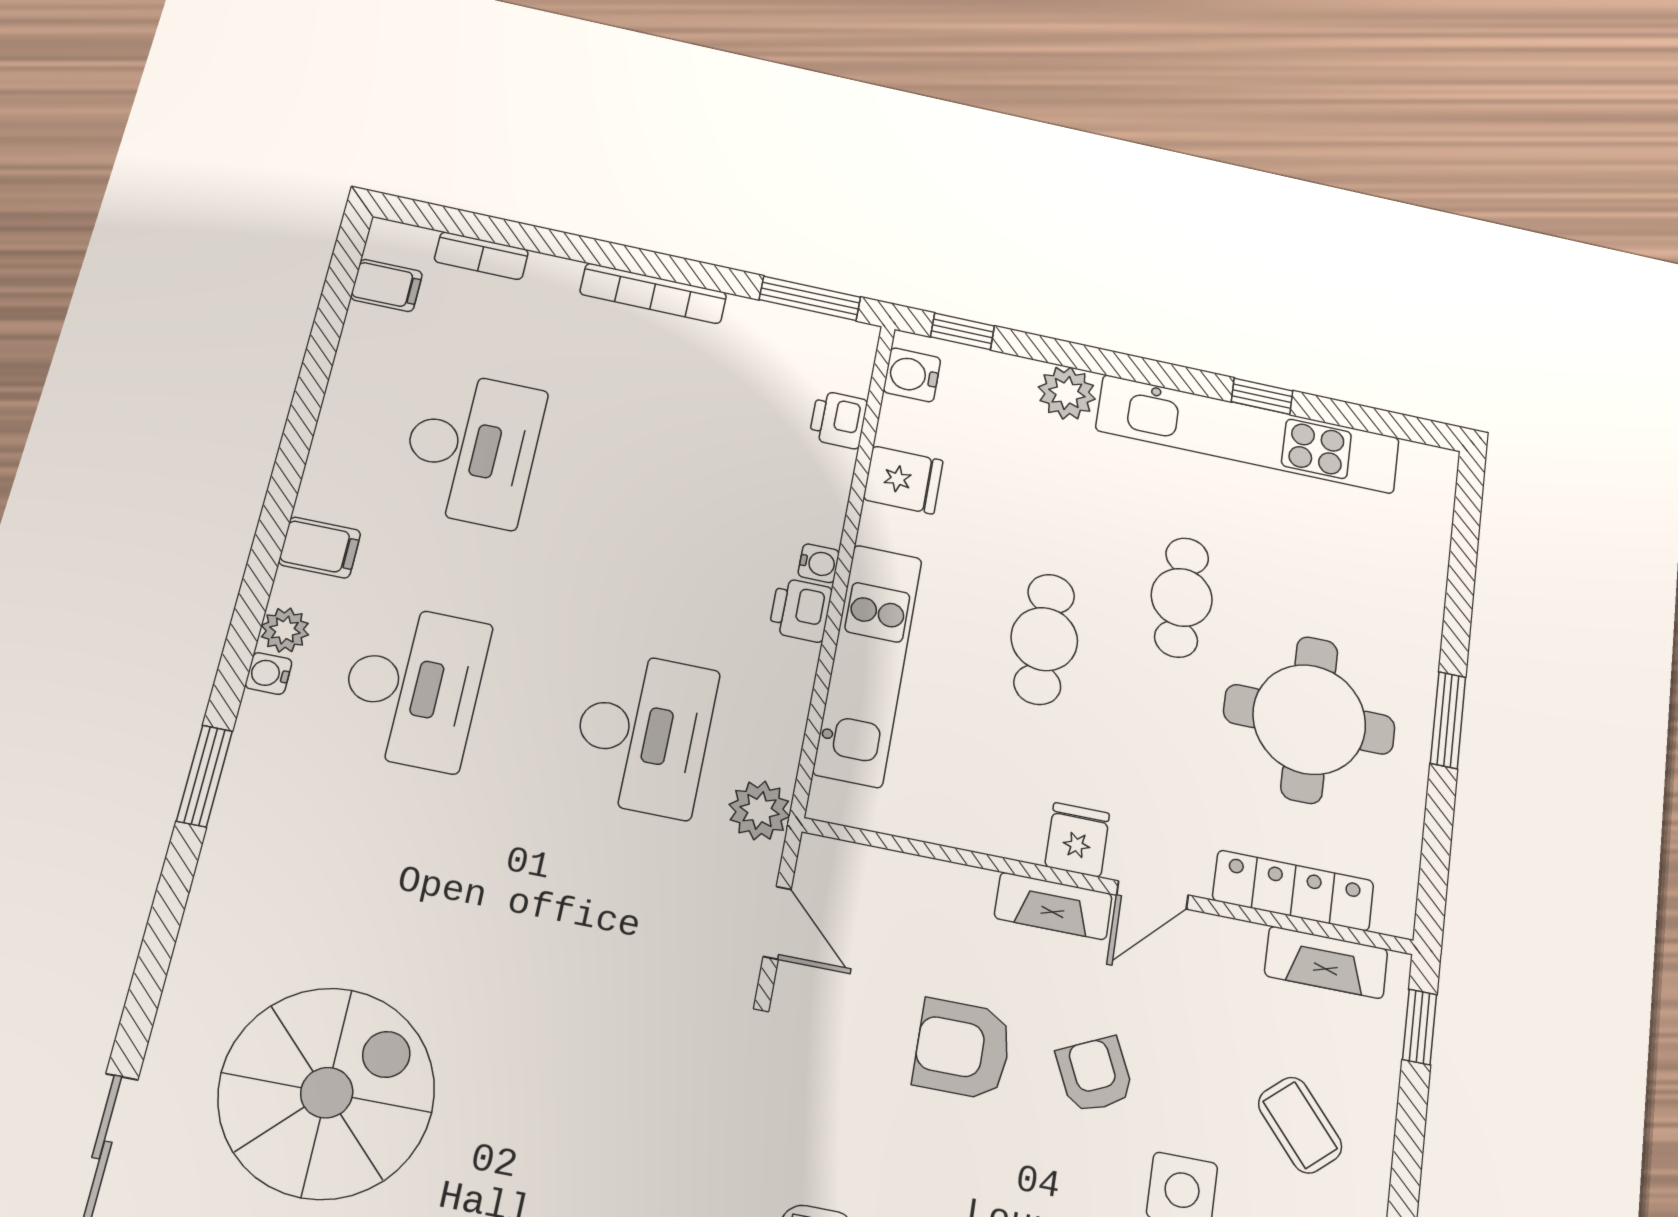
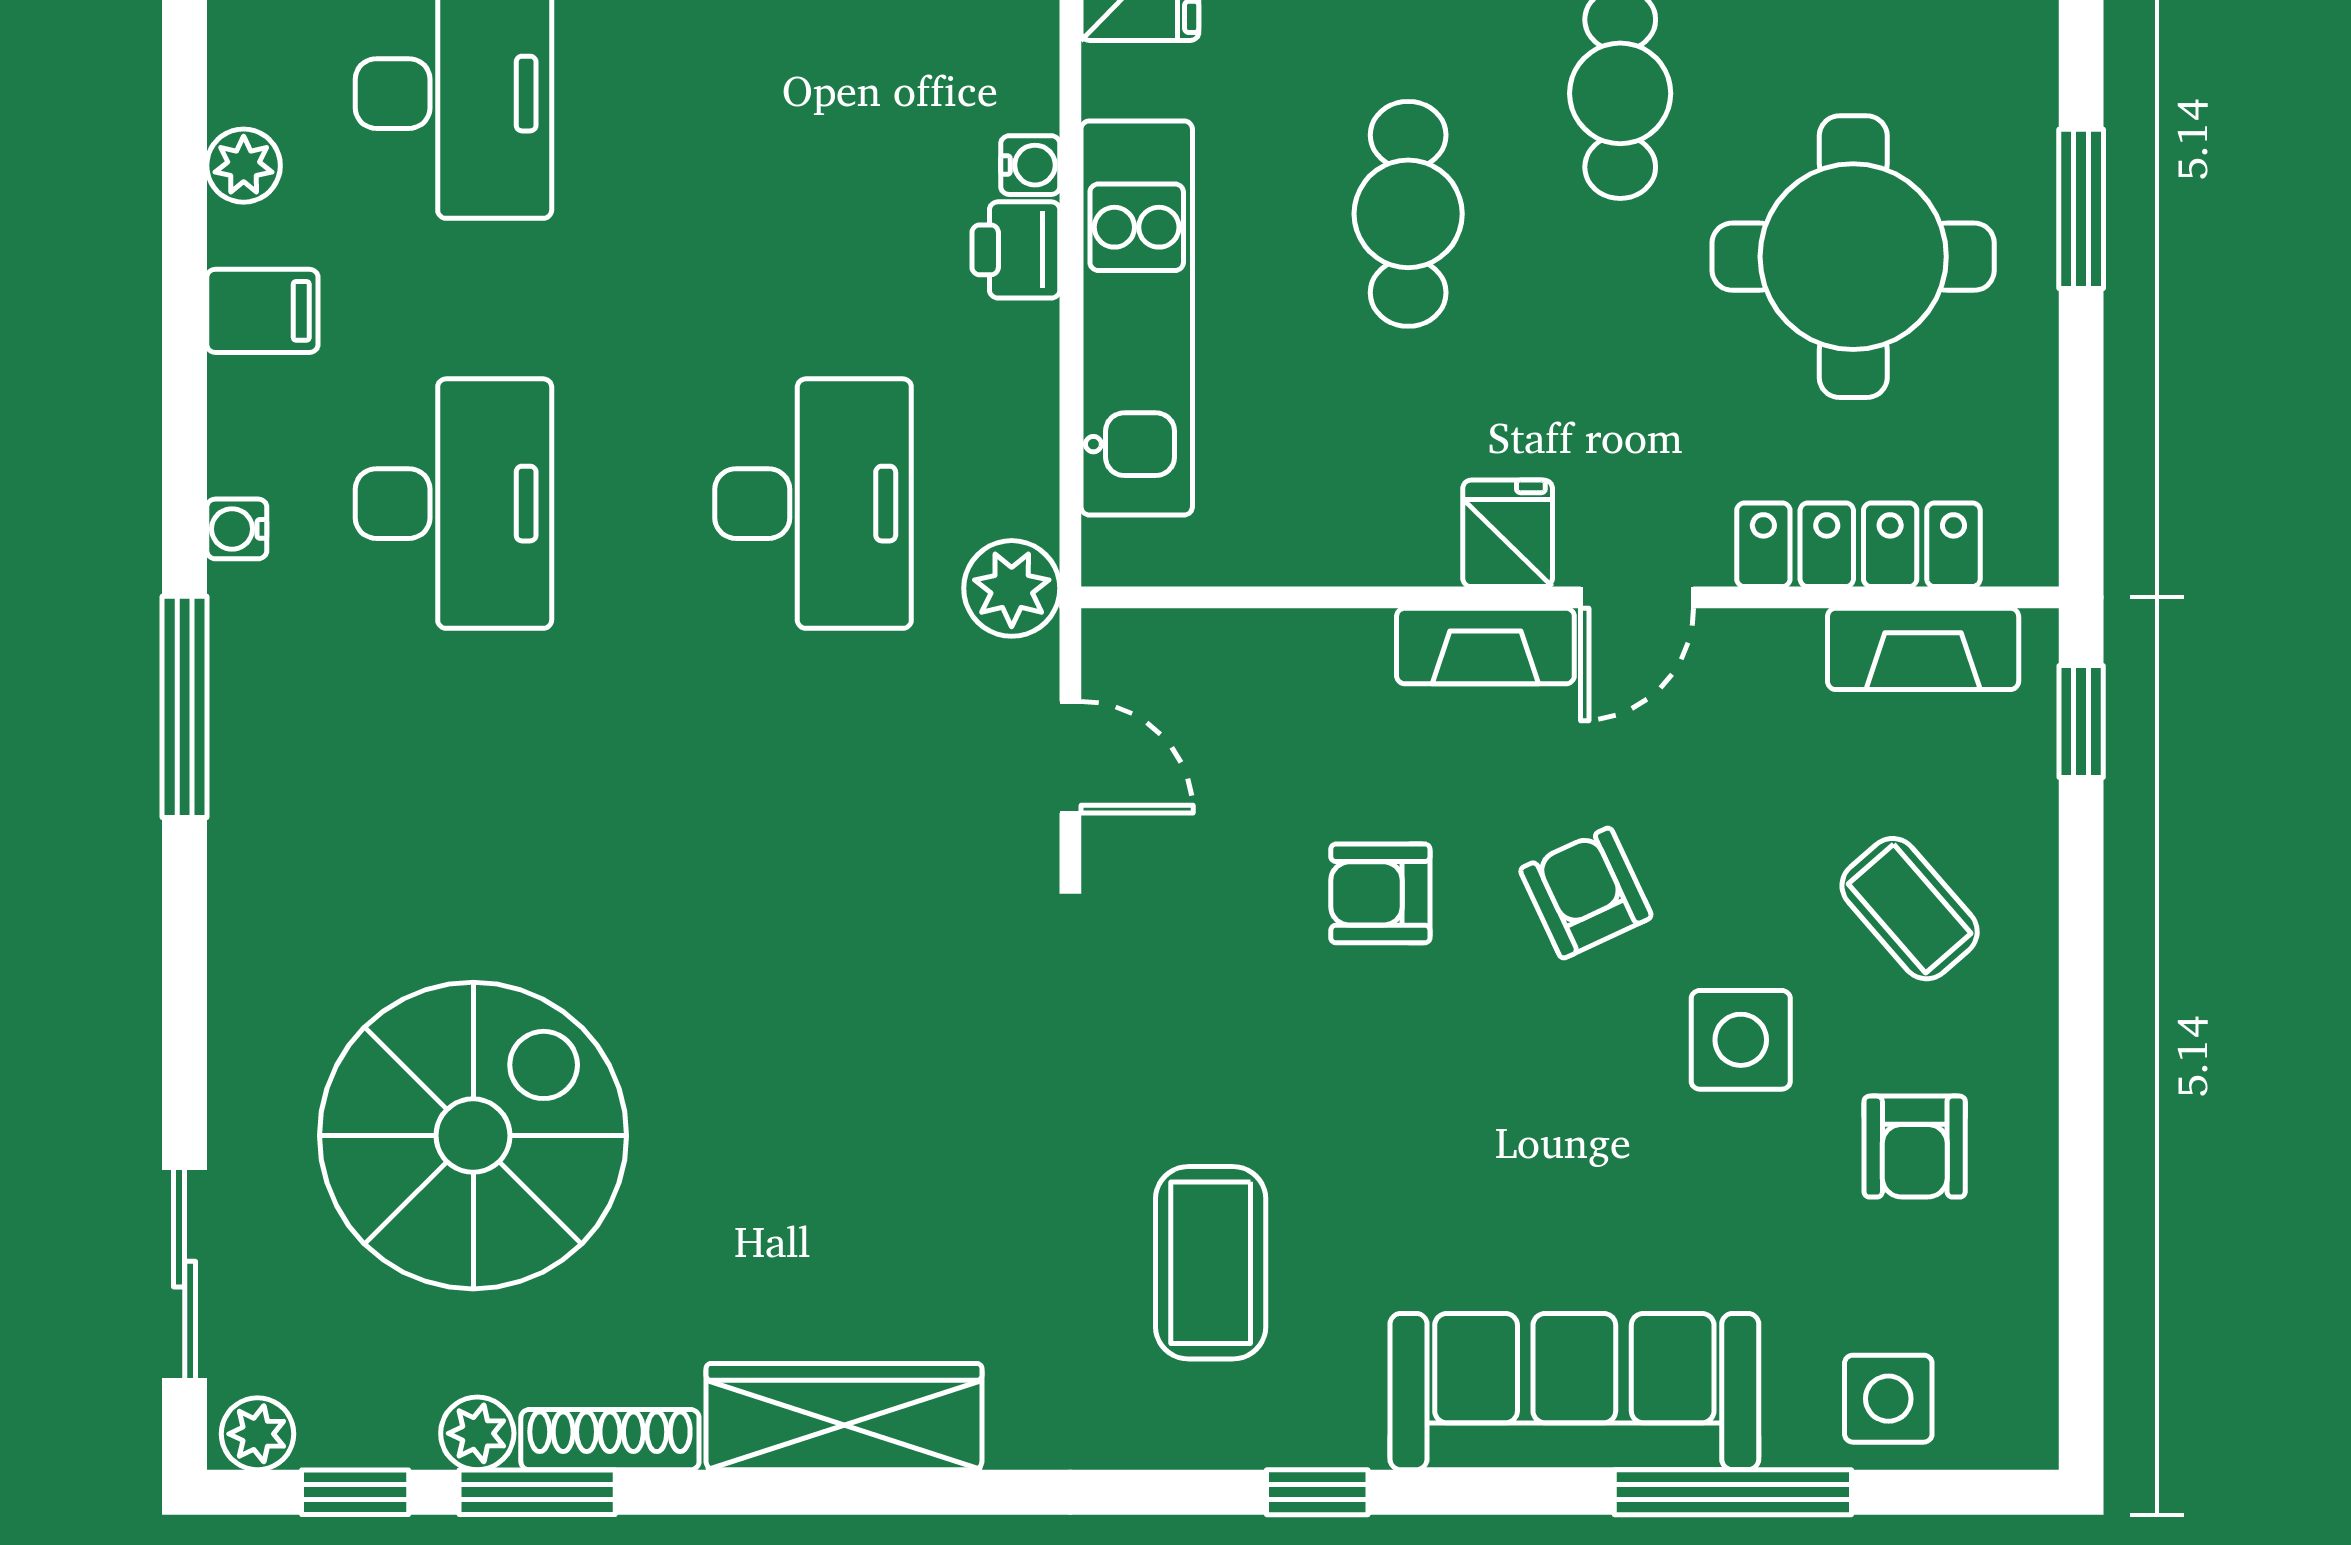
plant: (285, 630) -> (244, 166), moved
window: (204, 776) -> (185, 707), width x1.44
armchair: (963, 1049) -> (1380, 893), width x0.72, depth x0.72

